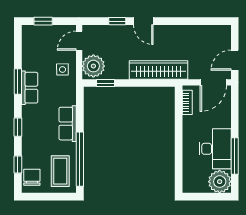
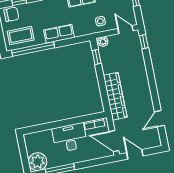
window: (117, 21) -> (144, 42), moved
door: (143, 21) -> (159, 119), moved
plant: (93, 66) -> (103, 42), width x0.53, depth x0.53
desk: (215, 149) -> (70, 138), moved, turned 180

